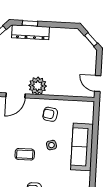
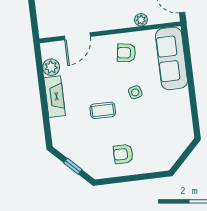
plant: (38, 86) -> (141, 20), moved, width x0.53, depth x0.53
sofa: (82, 147) -> (171, 58), moved

